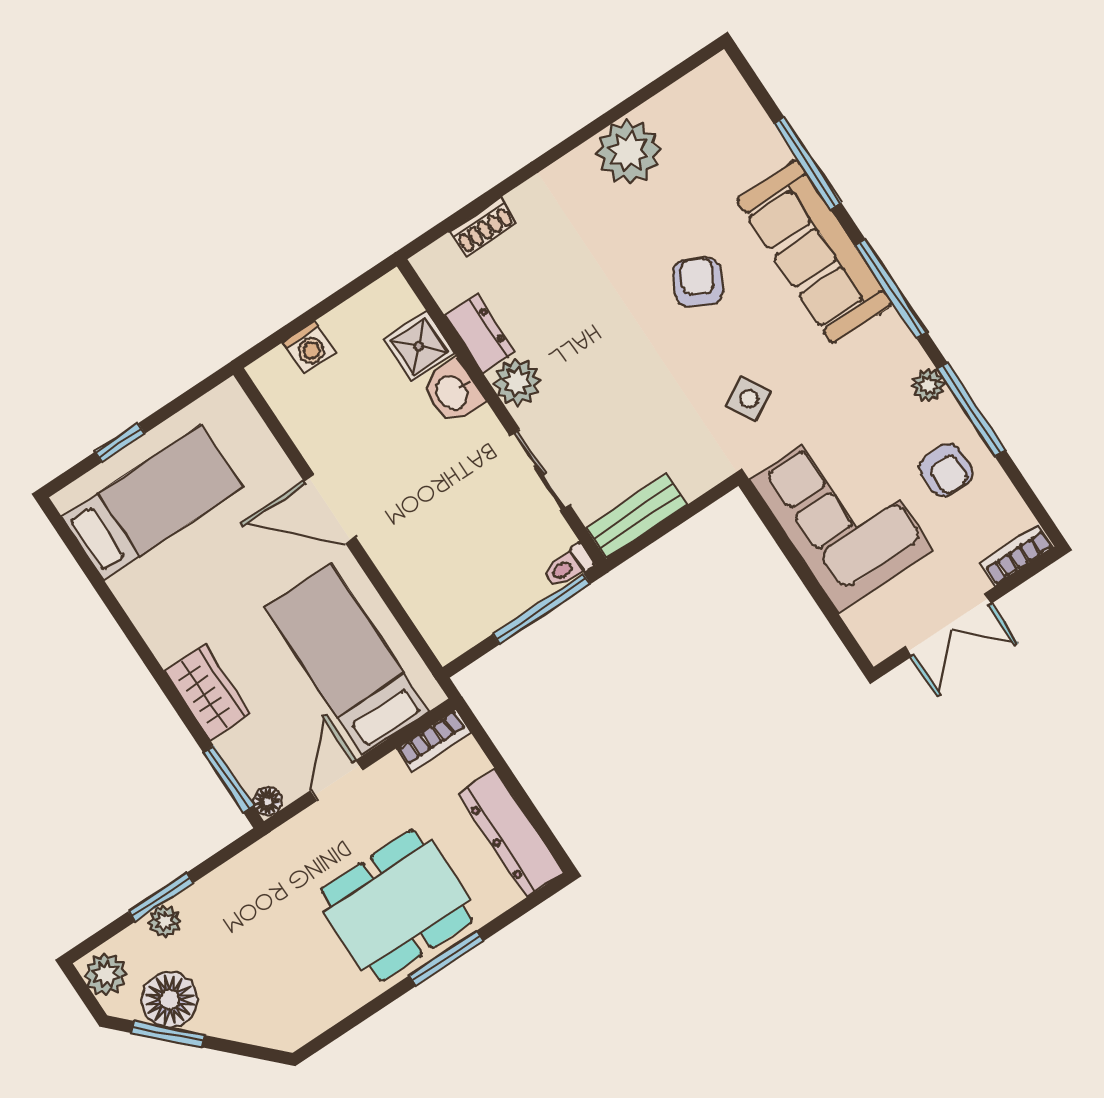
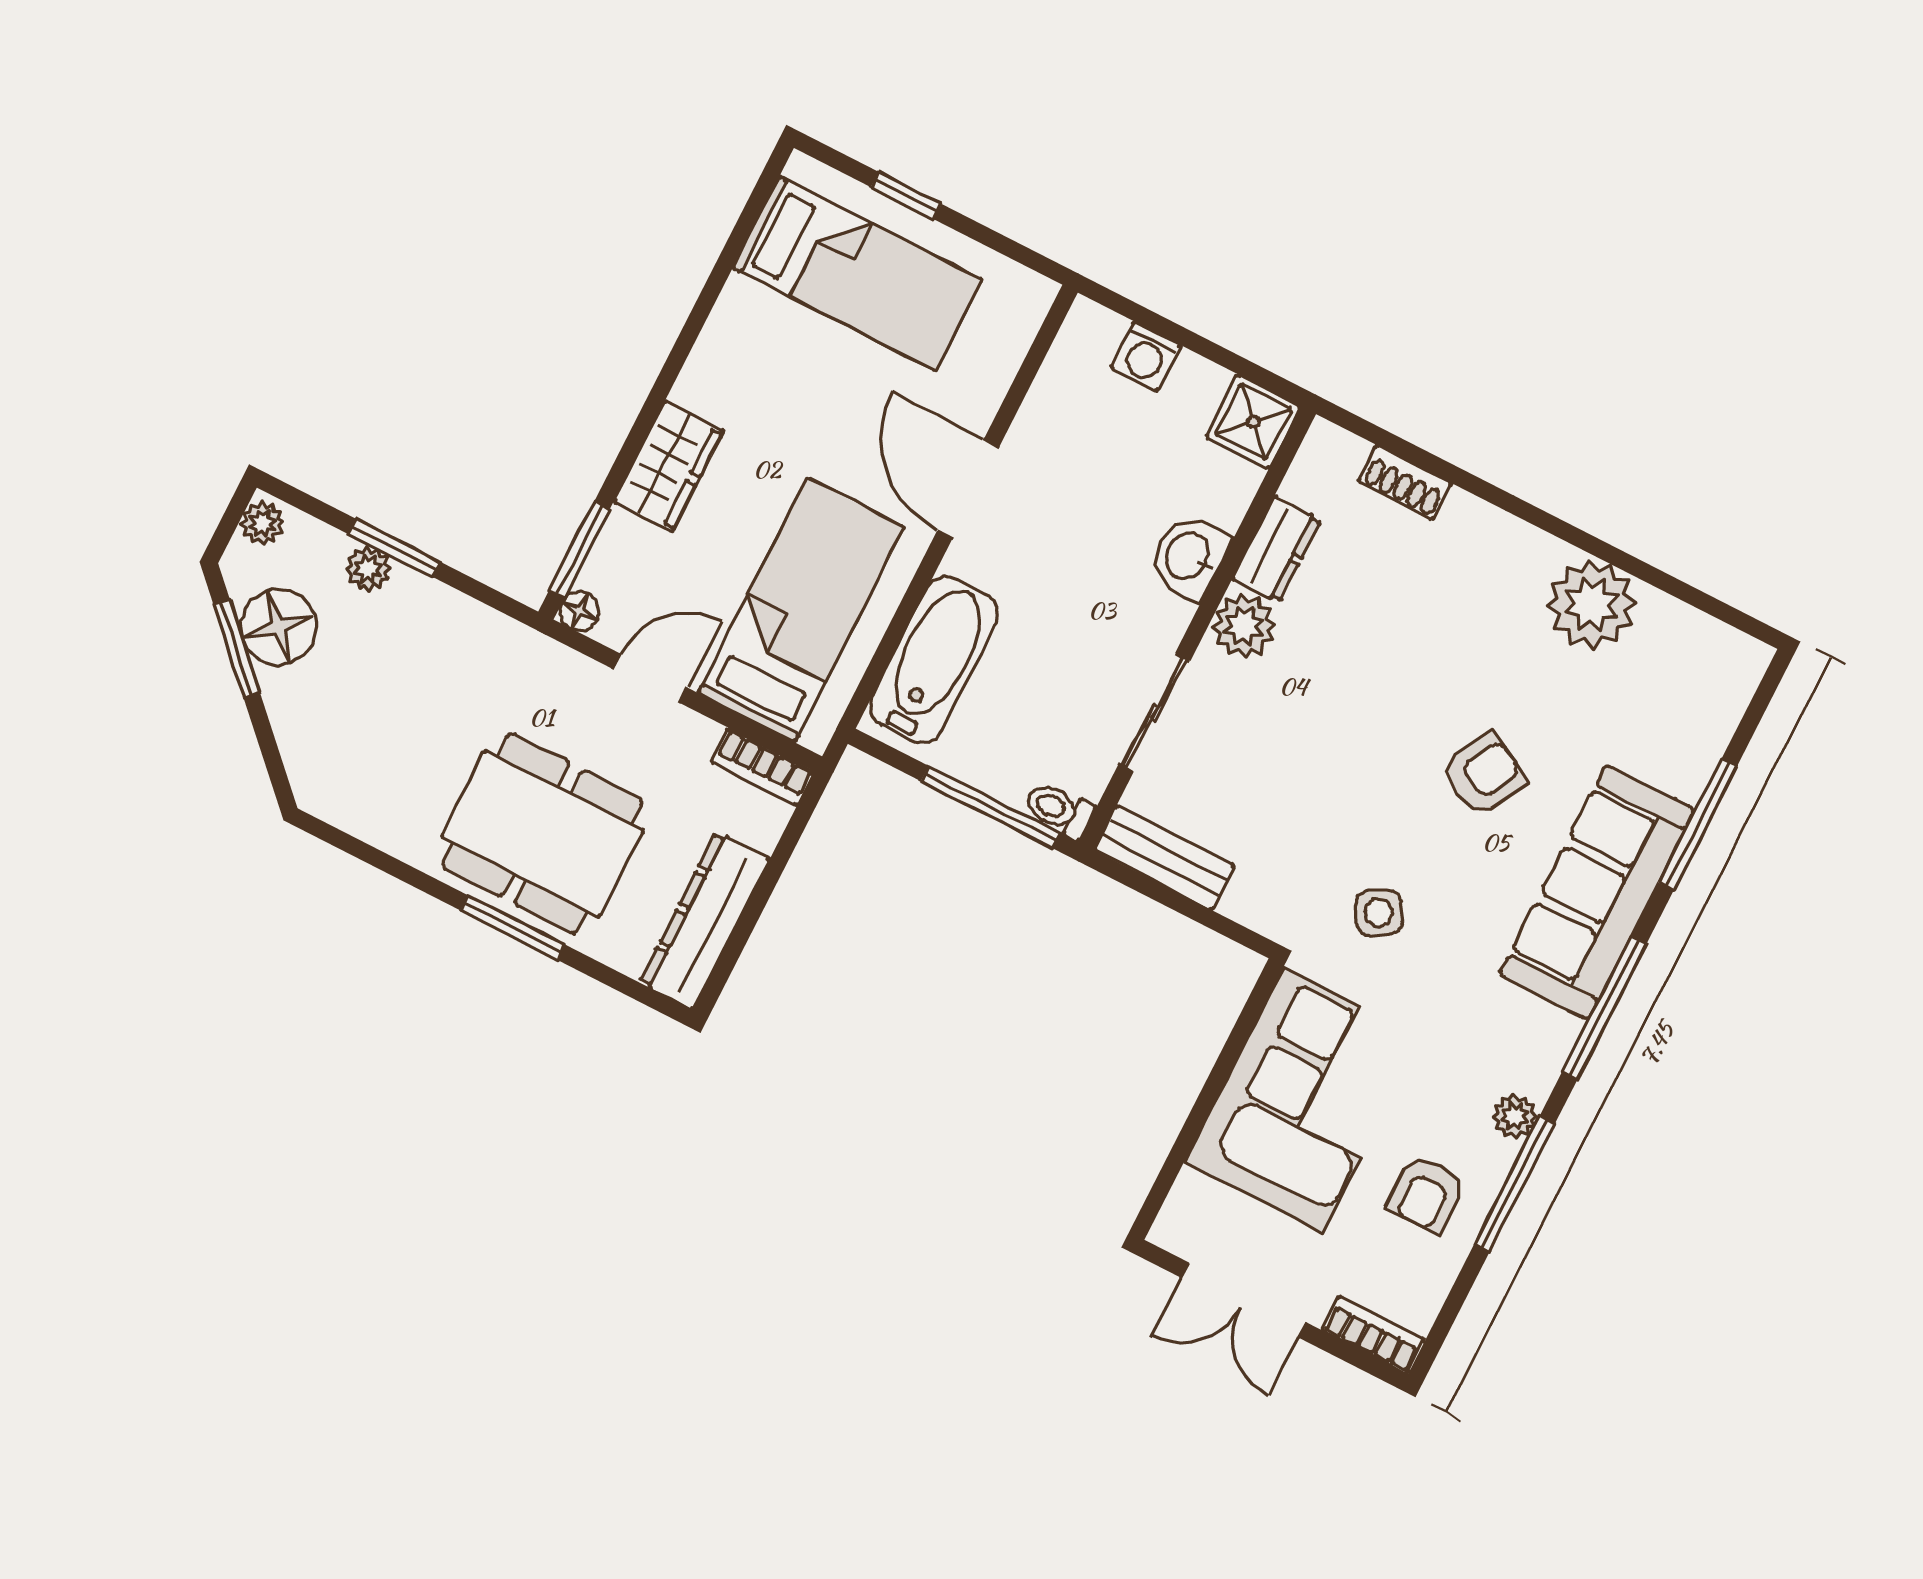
shower: (419, 346) -> (1253, 422), moved
bathtub: (427, 592) -> (934, 660), added
plant: (106, 974) -> (262, 523), width x0.73, depth x0.73

